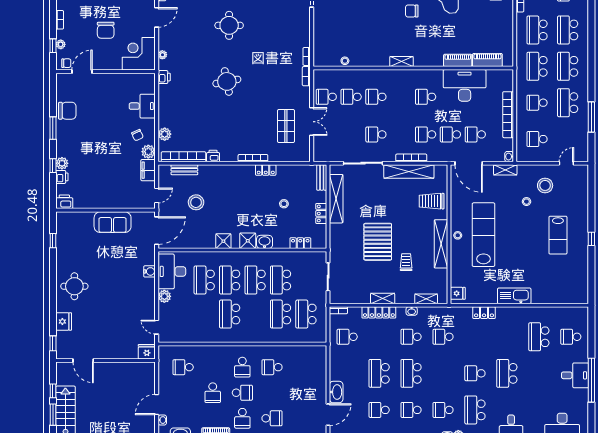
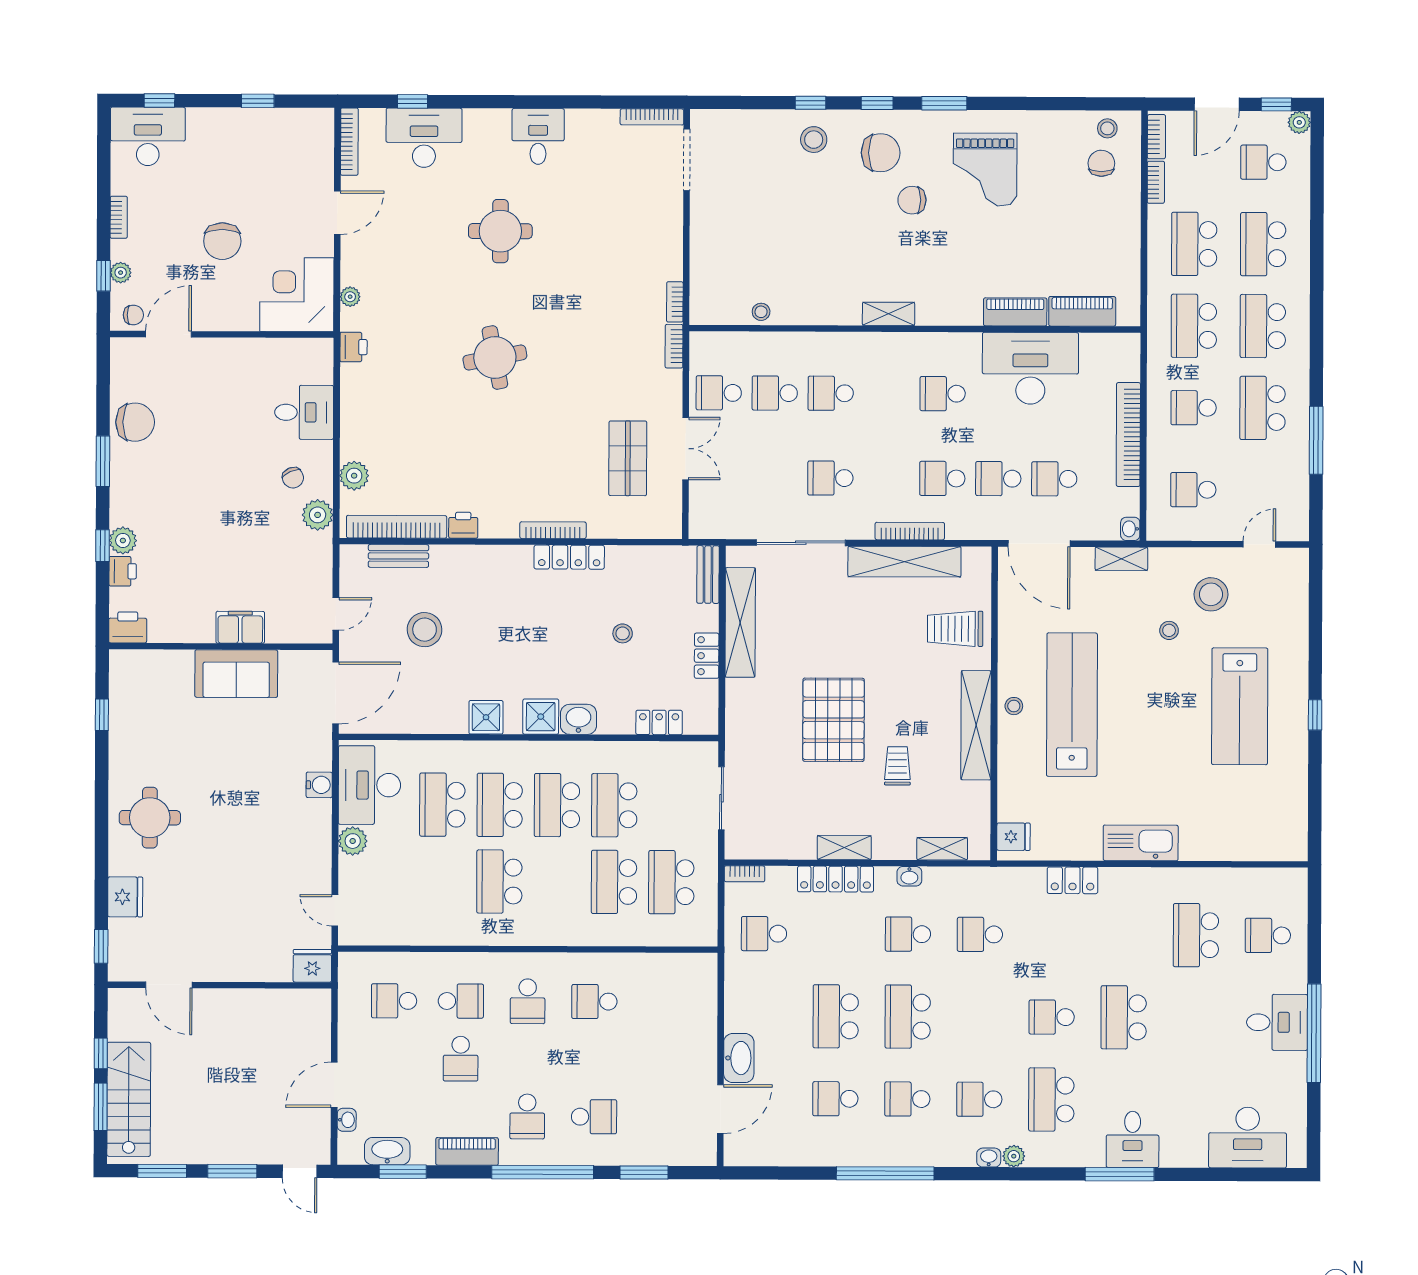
filing cabinet: (148, 170) -> (240, 627), moved, turned 90
locker: (266, 170) -> (569, 557), width x1.53
lab bench: (558, 235) -> (1240, 706), width x1.36, depth x1.39
school desk: (242, 393) -> (461, 1001), moved

